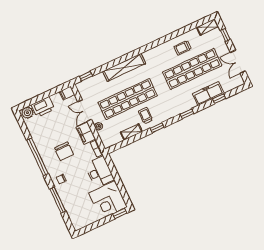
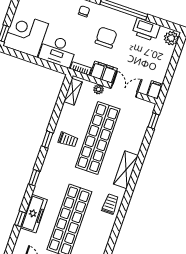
trolley: (183, 48) -> (110, 204), moved
shelving: (124, 67) -> (126, 170), width x0.68
printer: (43, 107) -> (146, 30), moved, turned -90
shelving: (131, 132) -> (73, 92), moved
chair: (64, 151) -> (106, 38), turned 90

